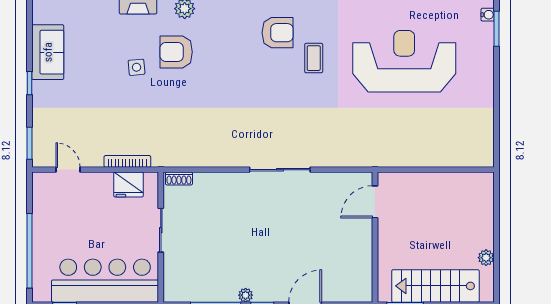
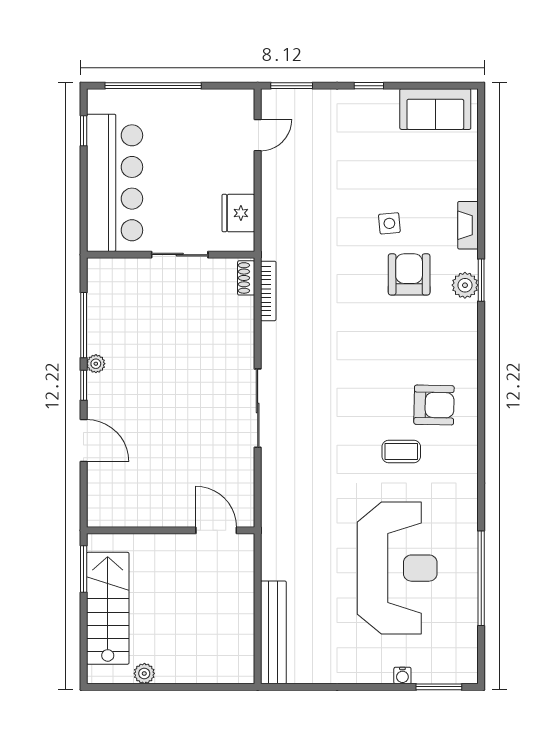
water cooler: (488, 15) -> (402, 676), moved
armchair: (278, 33) -> (434, 405), turned -89
sofa: (48, 52) -> (435, 109), moved
bench: (454, 157) -> (273, 632), added
bookcase: (127, 161) -> (268, 291), moved

